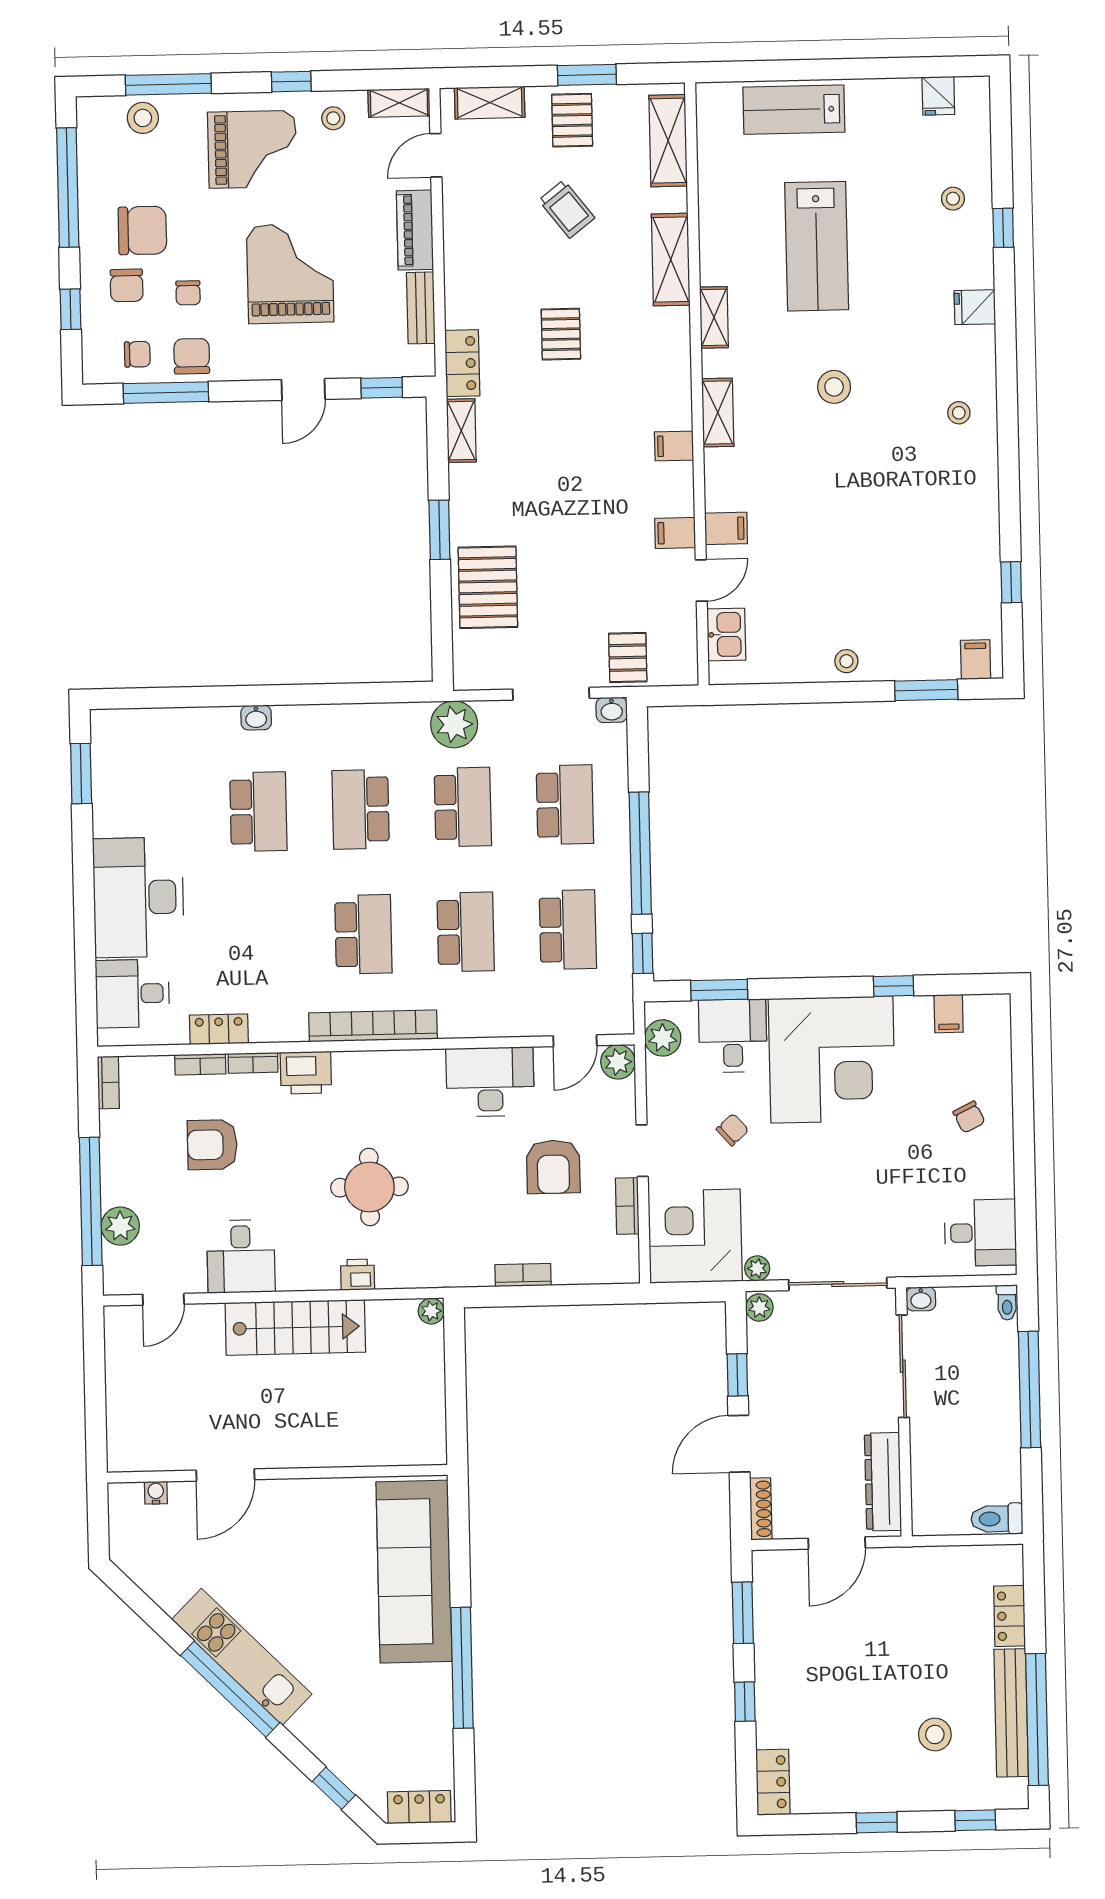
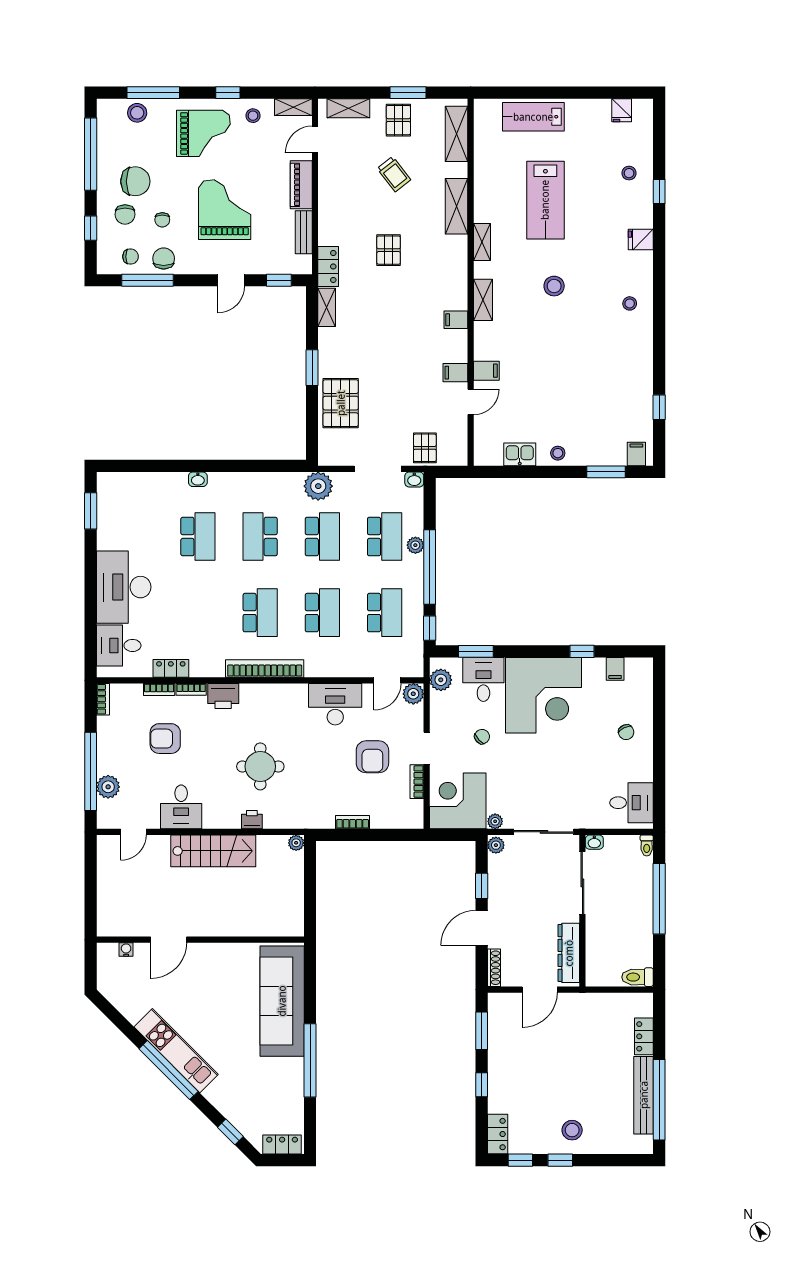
kitchen sink: (726, 634) -> (520, 454), moved, turned -90
plant: (616, 818) -> (415, 545), added
stool: (935, 1734) -> (572, 1130), moved
window: (975, 1820) -> (520, 1160), moved

